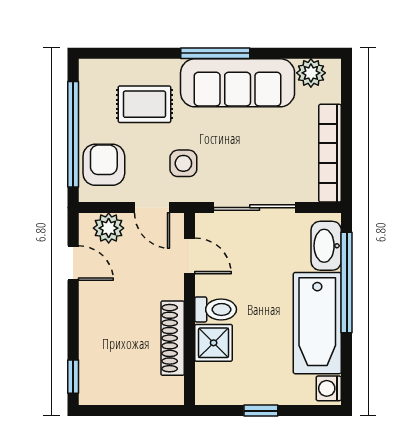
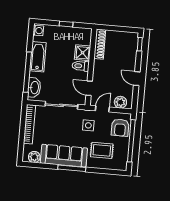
door: (152, 208) -> (102, 109), hinge flipped
door: (73, 263) -> (137, 79), moved
bathtub: (317, 323) -> (38, 57), width x0.73, depth x0.73
shoe rack: (173, 338) -> (100, 44), moved

